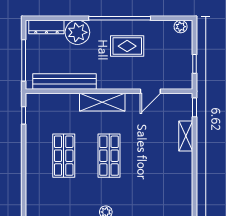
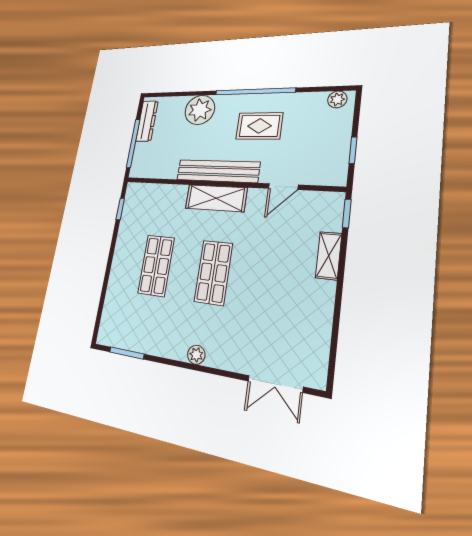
dresser: (46, 27) -> (147, 121), moved, turned -90
bench: (64, 82) -> (218, 171), moved

